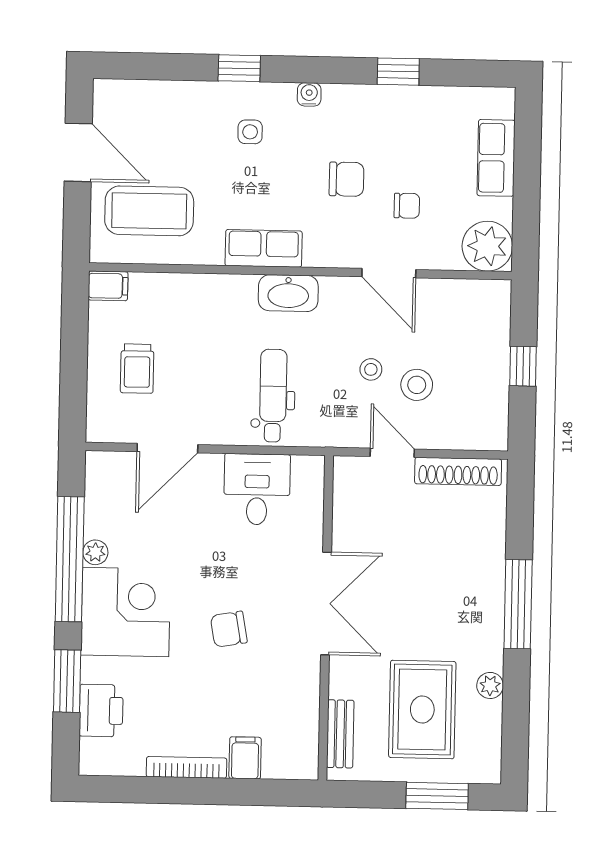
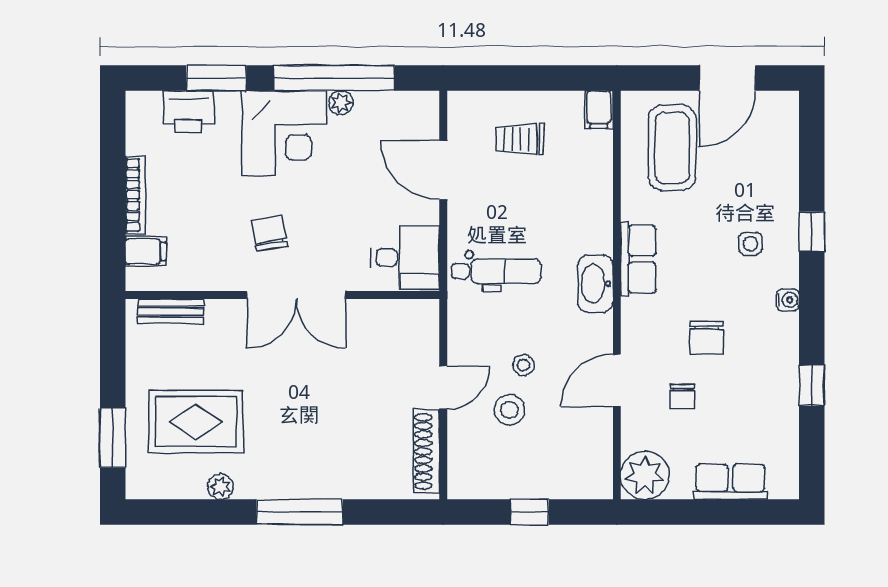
double door: (326, 603) -> (296, 295), moved
wall: (326, 618) -> (282, 295), moved
bench: (340, 734) -> (171, 311), moved

